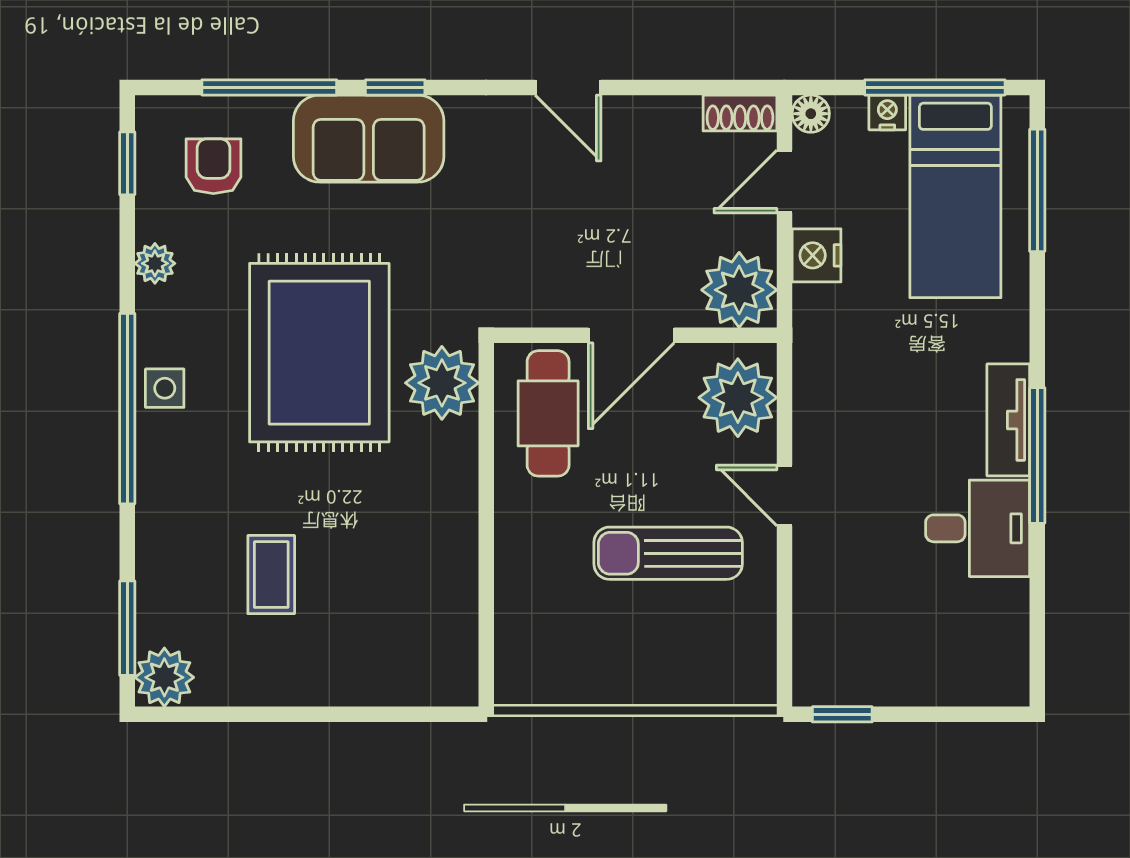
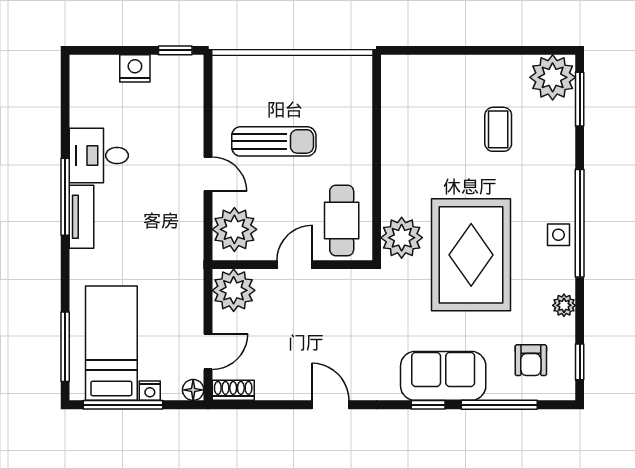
nightstand: (817, 255) -> (135, 68), moved, turned -90
door: (631, 335) -> (295, 265), width x0.73
plant: (164, 677) -> (553, 77), width x1.36, depth x1.36

